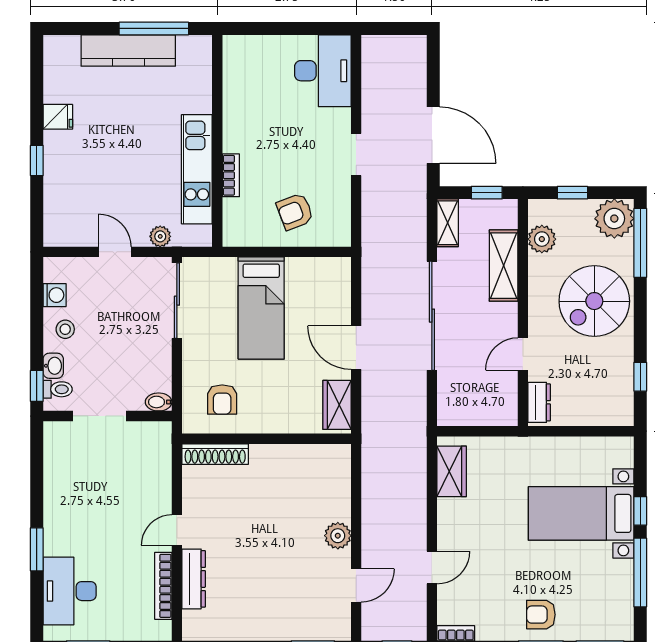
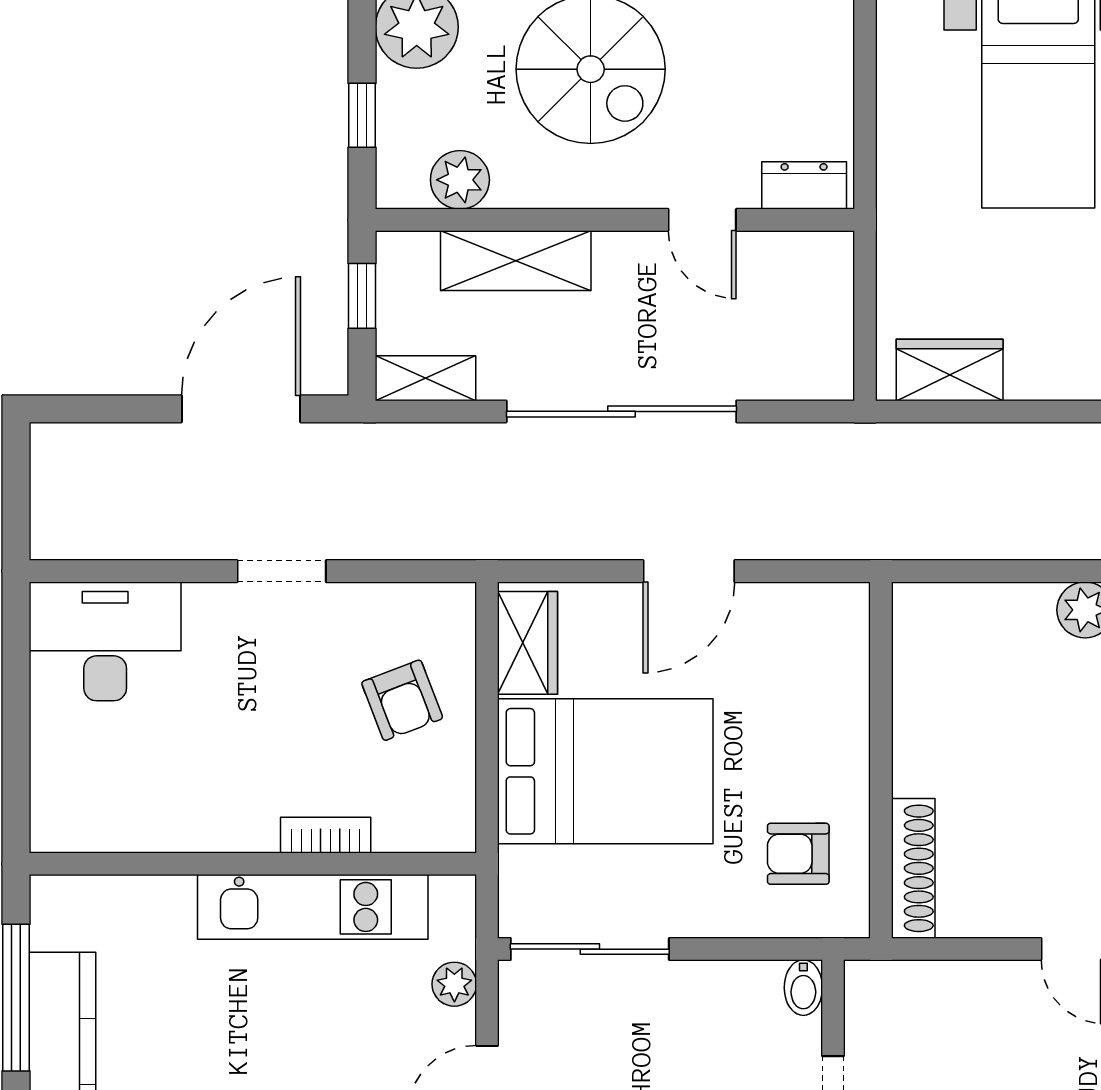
bed: (261, 308) -> (605, 771), width x1.50
armchair: (222, 400) -> (798, 854), turned 180
wardrobe: (337, 405) -> (528, 643), moved, turned -90

